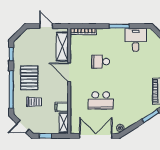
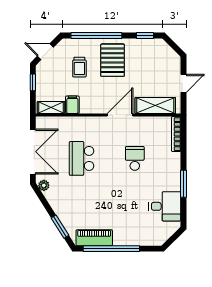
pallet: (29, 78) -> (113, 60), turned 90
door: (23, 127) -> (45, 52), hinge flipped

